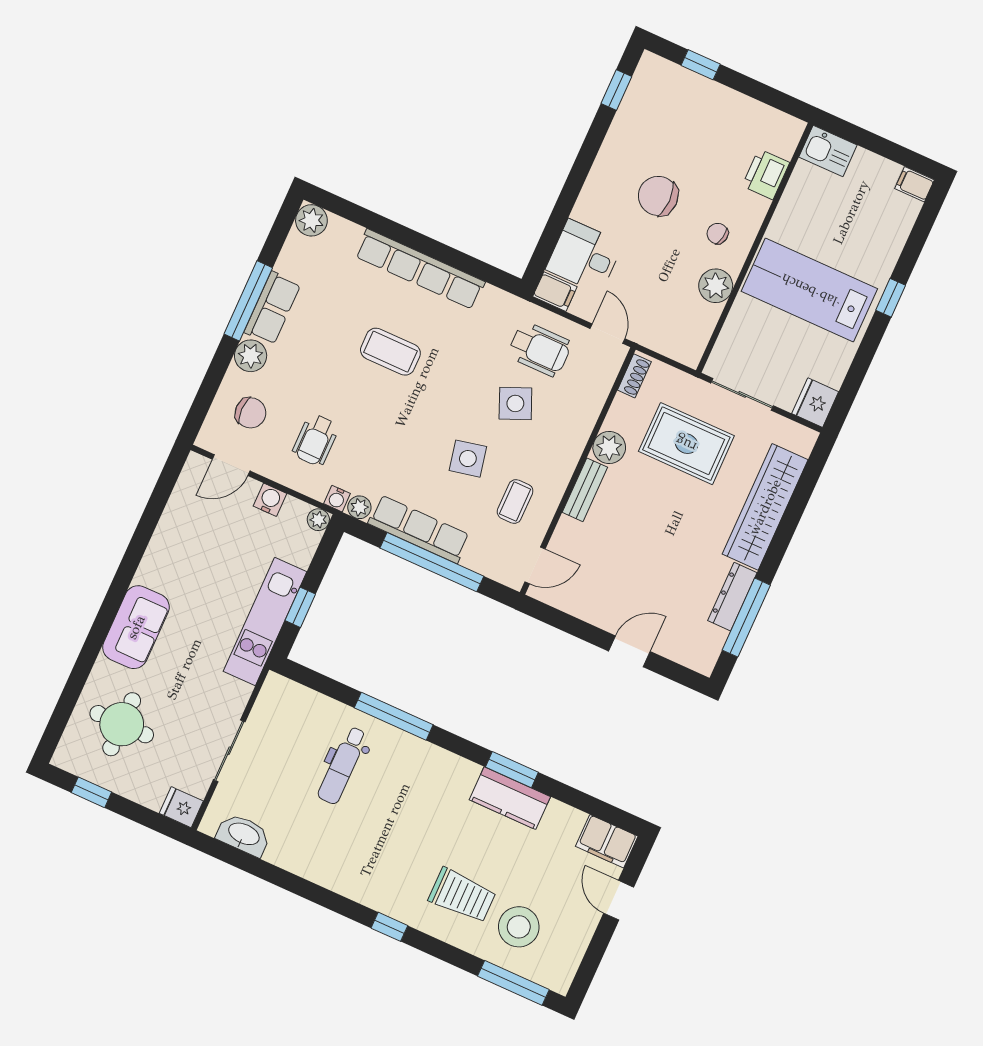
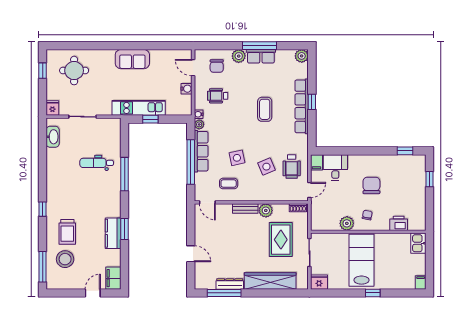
window: (420, 243) -> (312, 102), added
plant: (318, 520) -> (187, 111), removed
sofa: (136, 627) -> (132, 59), moved

